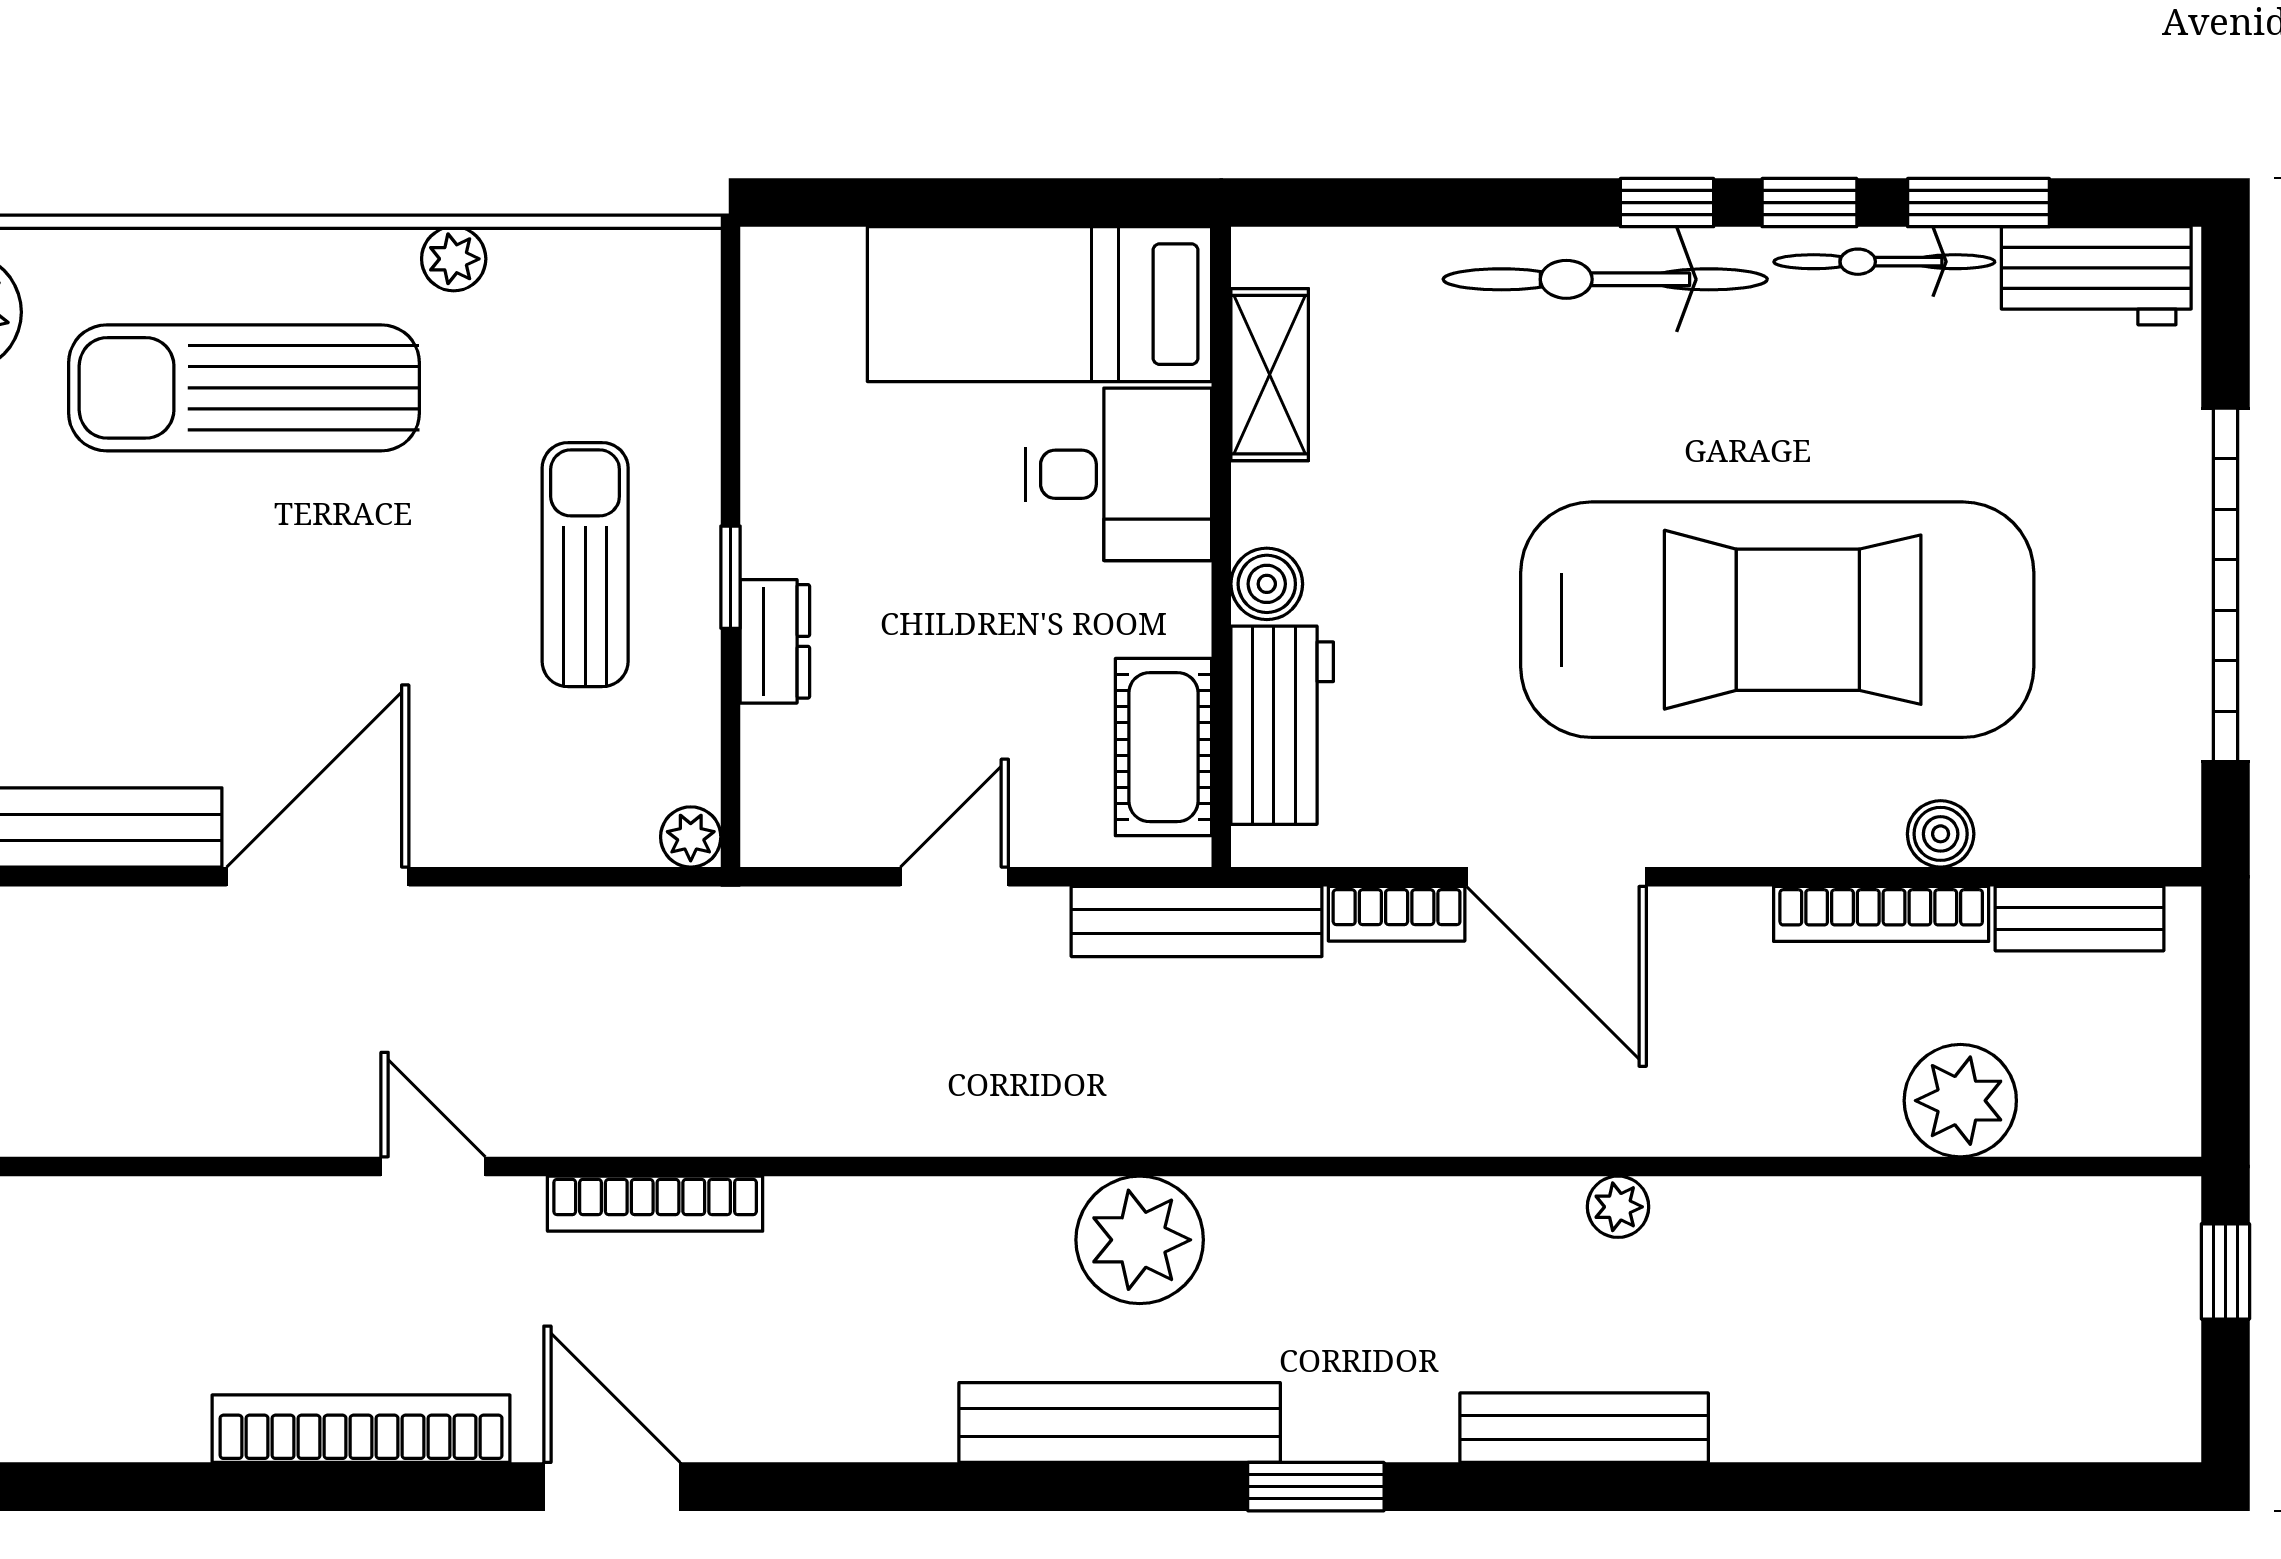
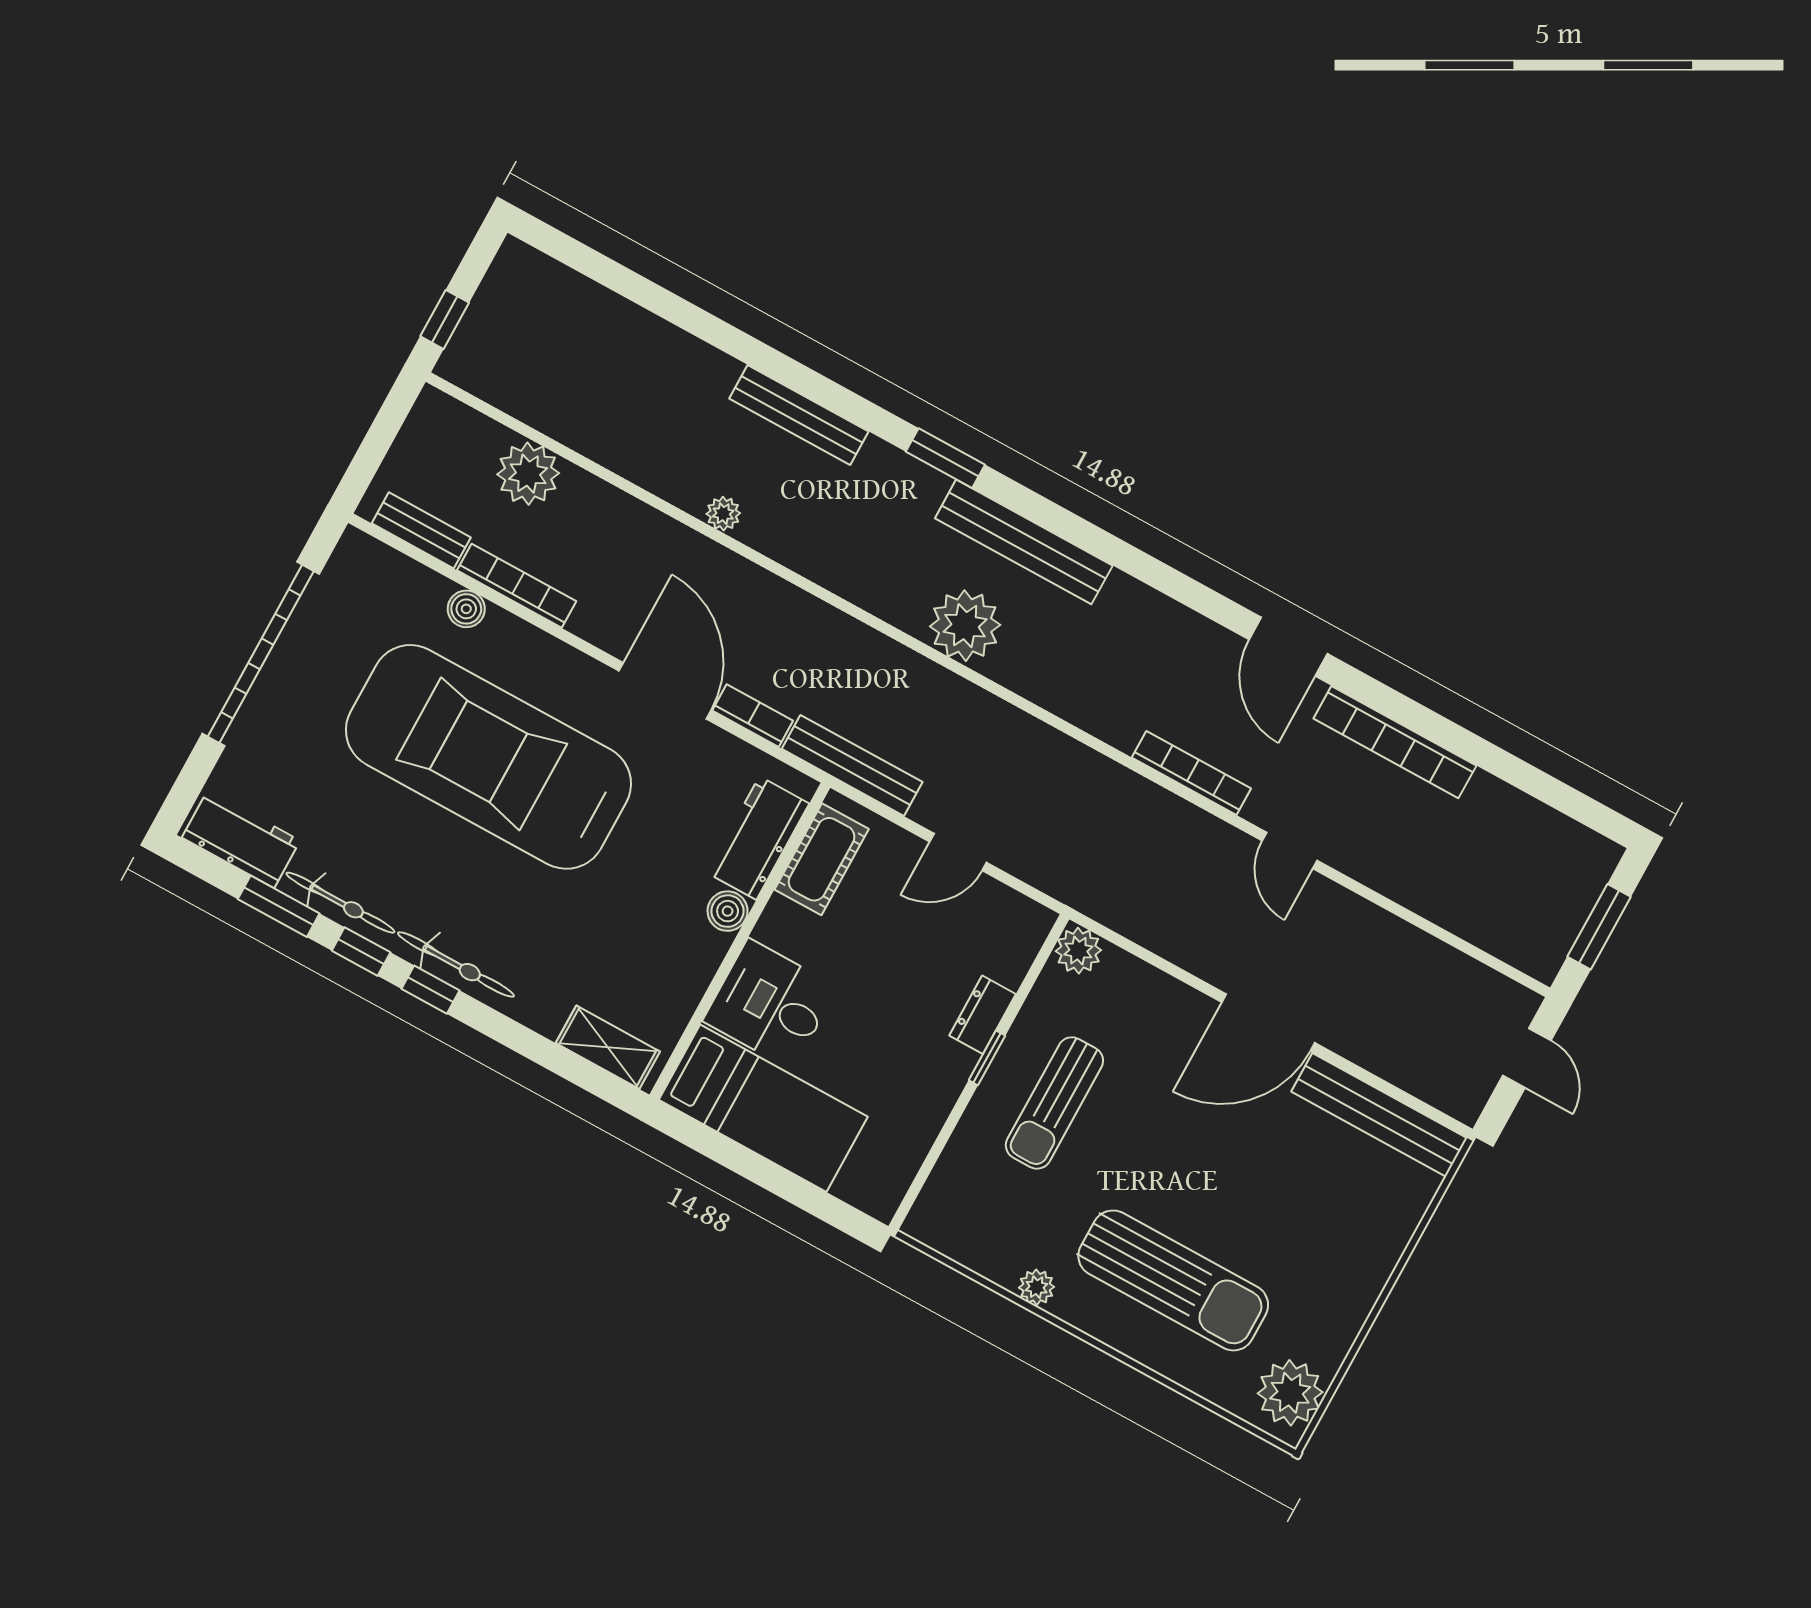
bicycle: (1605, 279) -> (456, 964), width x0.73, depth x0.71
shelving: (1270, 375) -> (608, 1047), moved, turned 90
plant: (691, 837) -> (1078, 951), width x1.38, depth x1.38

